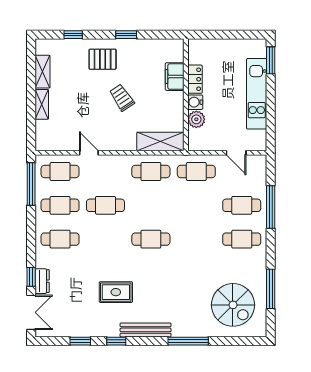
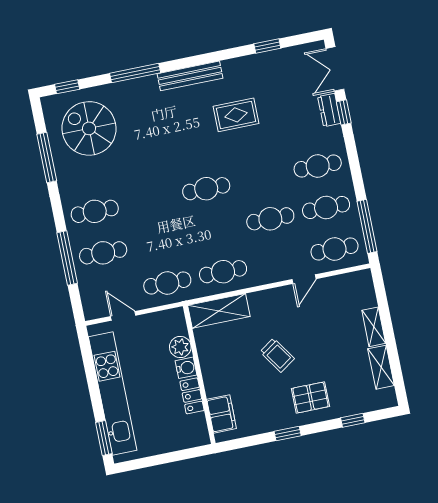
filing cabinet: (175, 77) -> (222, 414), moved
kitchen unit: (257, 94) -> (113, 393), width x1.36
door: (89, 153) -> (304, 279), hinge flipped
window: (116, 341) -> (67, 87), moved

